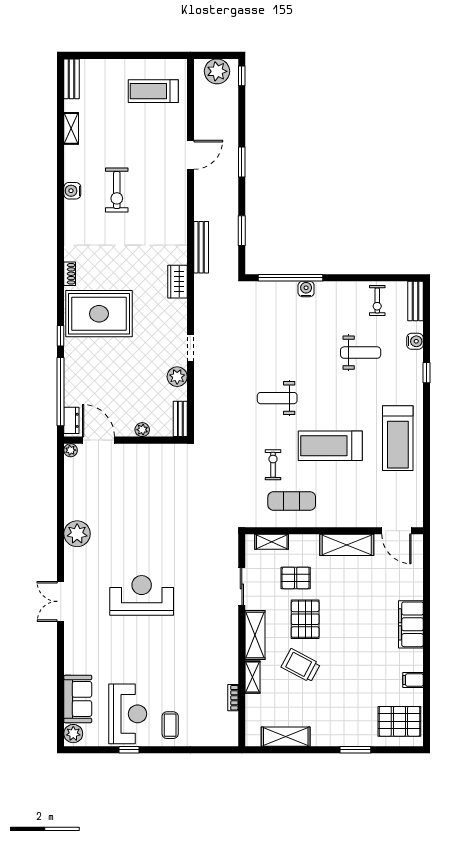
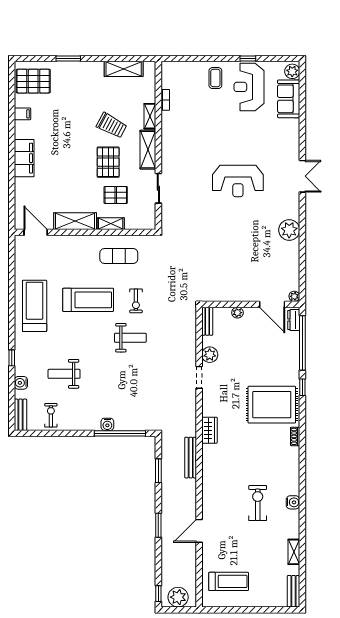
exercise bike: (273, 465) -> (136, 301), moved
shelving: (272, 542) -> (111, 224), moved

